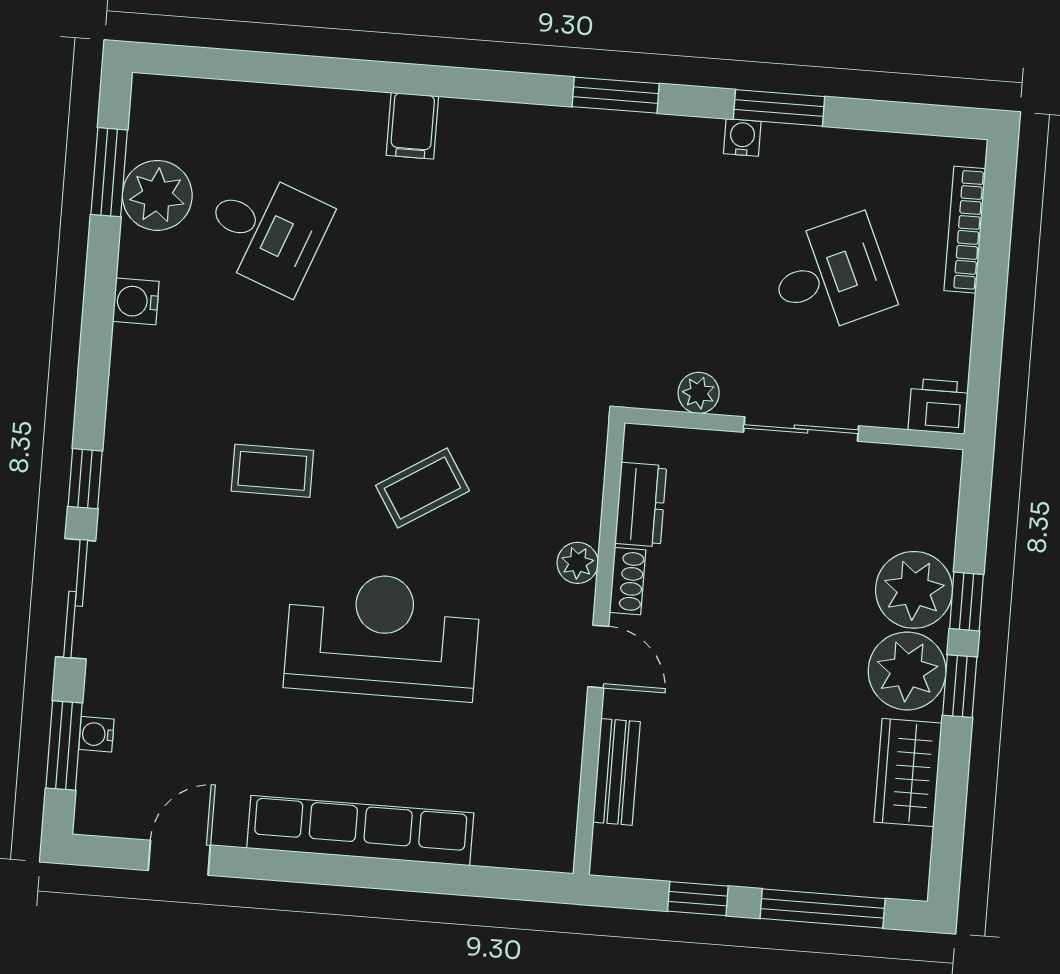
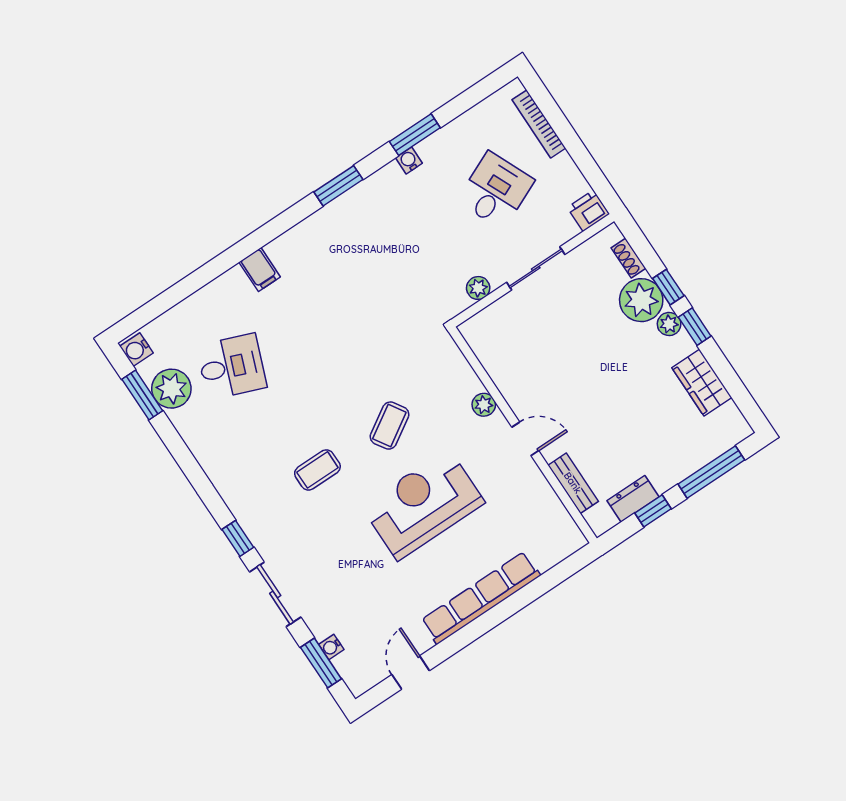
water cooler: (136, 301) -> (136, 349), moved
dresser: (641, 505) -> (633, 499), moved, turned -90
shoe rack: (628, 581) -> (628, 258), moved, turned 180
plant: (907, 671) -> (669, 324), width x0.53, depth x0.53

